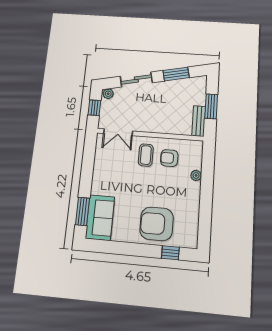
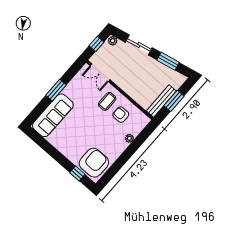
bench: (199, 121) -> (161, 101), width x1.36
window: (83, 211) -> (56, 90), moved
sofa: (100, 218) -> (53, 115), width x1.36
armchair: (157, 224) -> (94, 163), moved, turned 90

